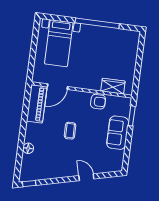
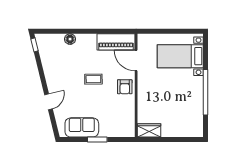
wardrobe: (113, 86) -> (149, 130), moved, turned -90
armchair: (98, 102) -> (125, 87), moved
window: (132, 116) -> (97, 139), moved
sofa: (118, 133) -> (82, 127), moved

